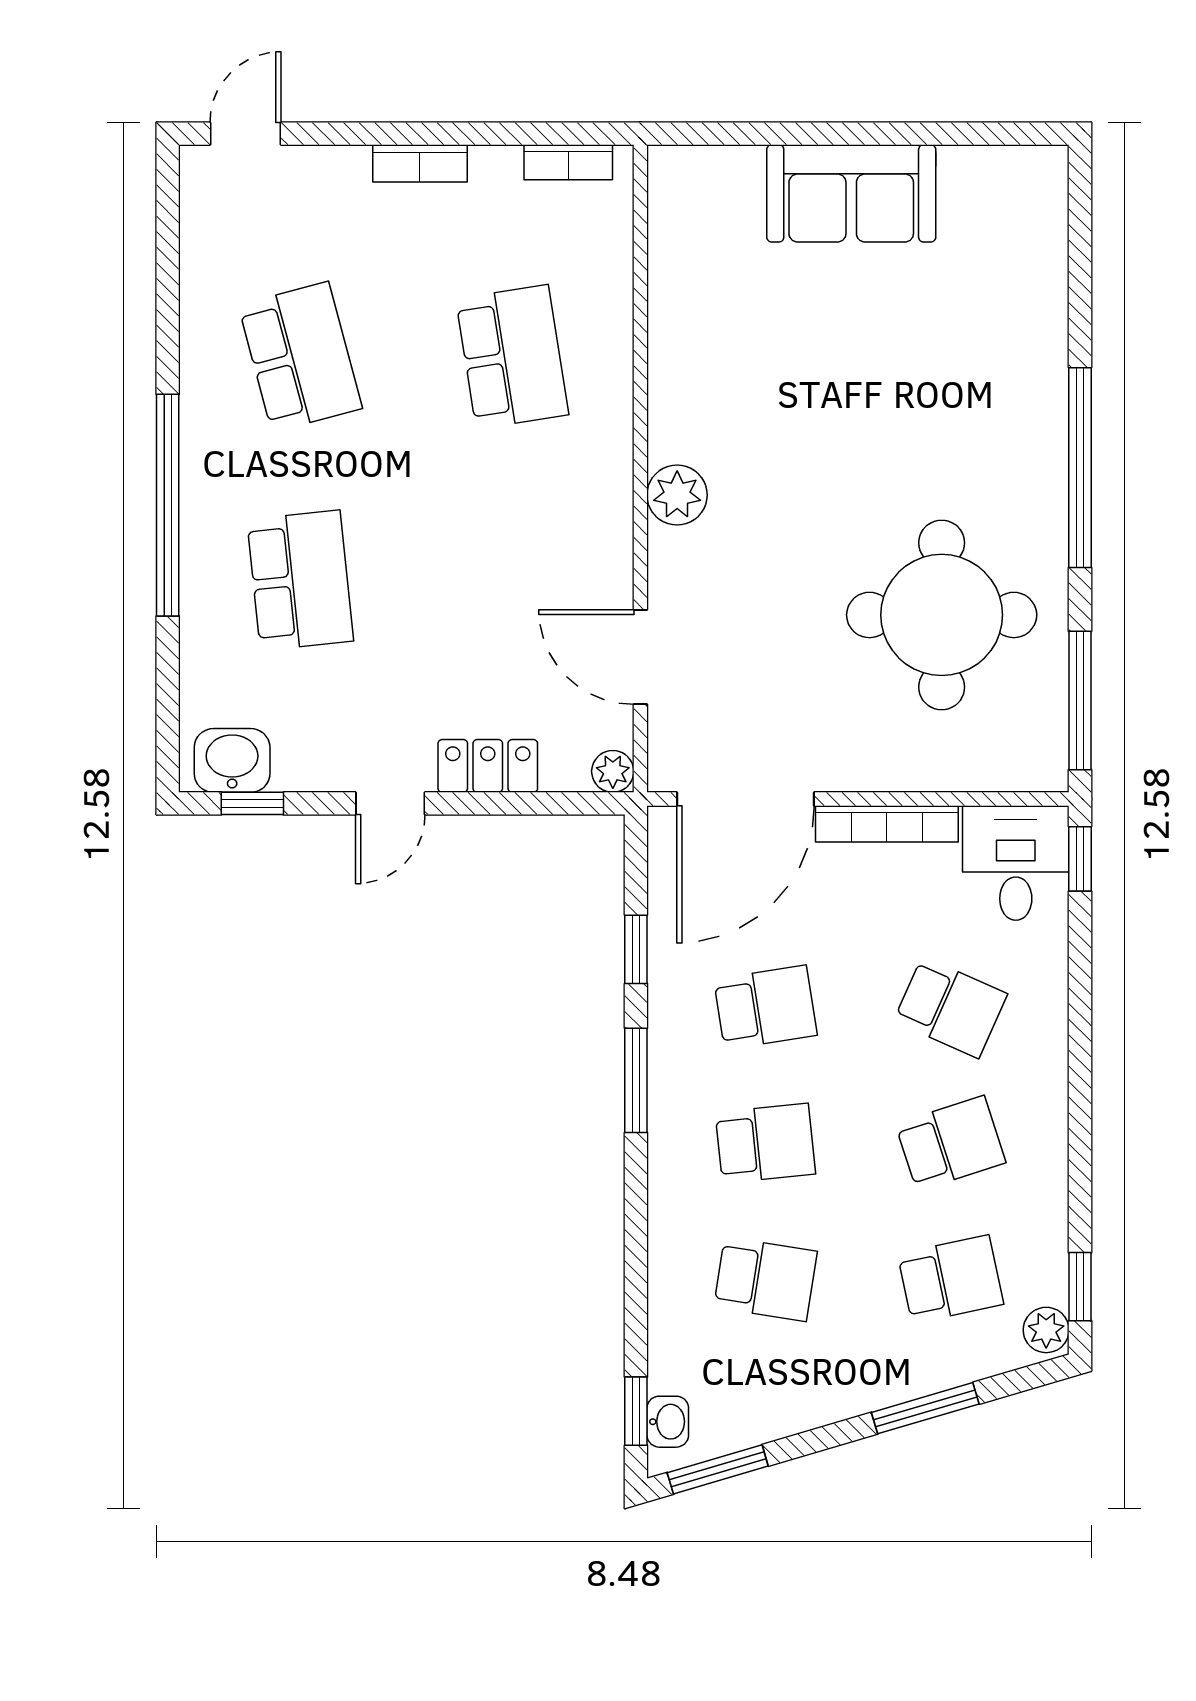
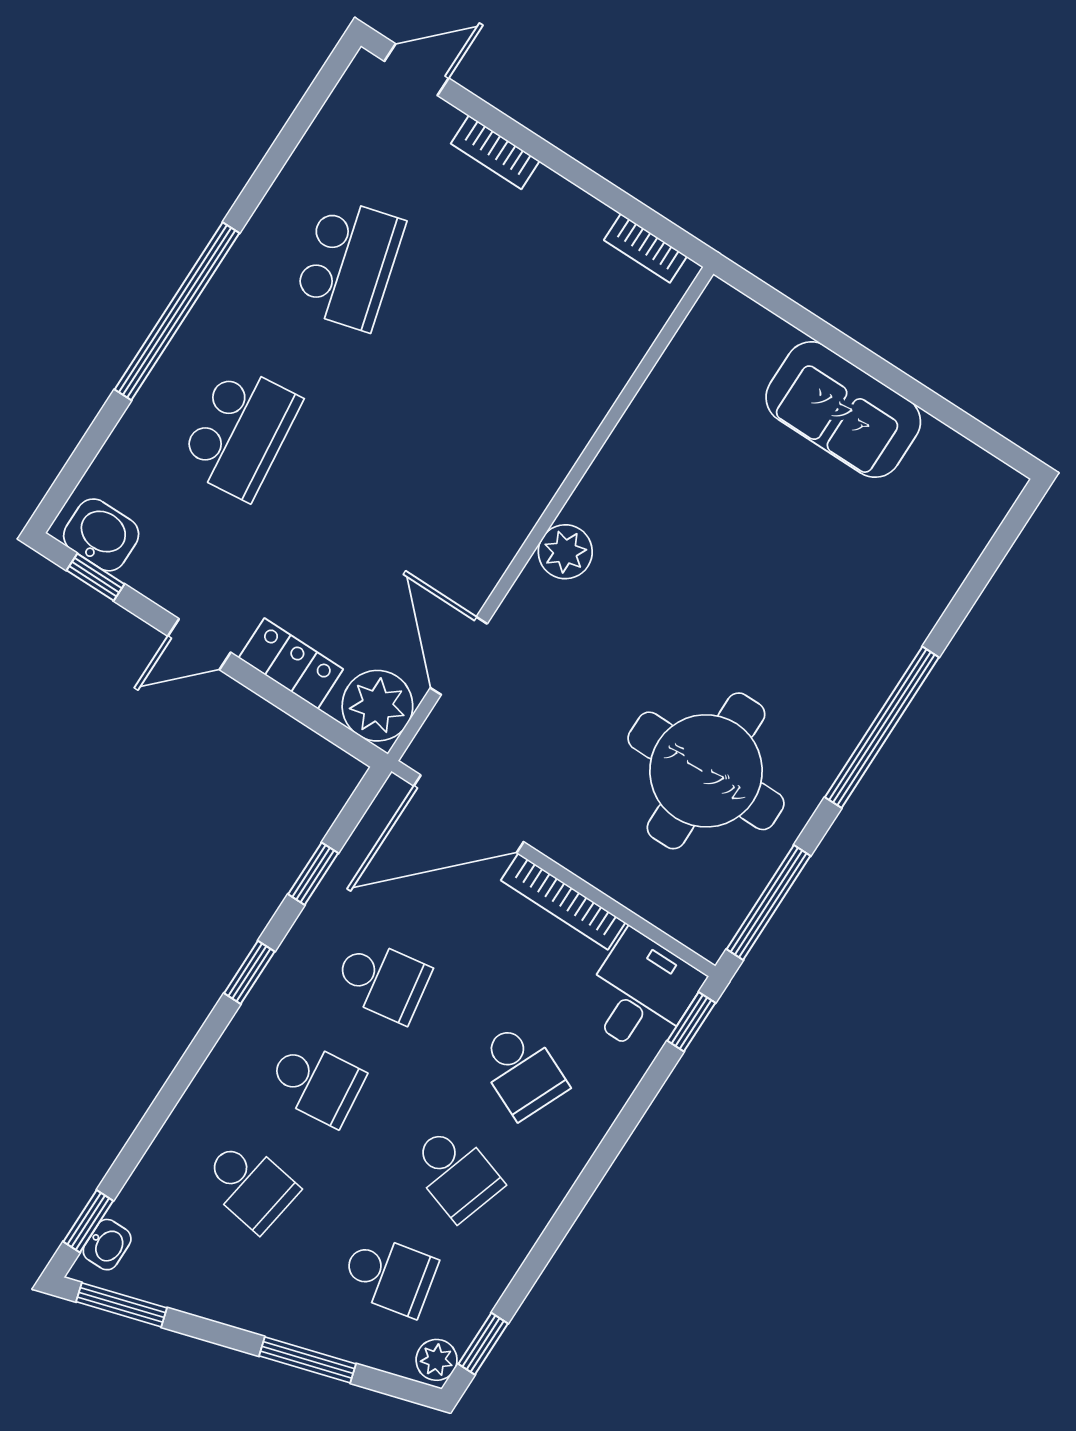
bookcase: (420, 163) -> (495, 152), moved
school desk: (512, 357) -> (508, 367), removed
plant: (613, 771) -> (377, 706), width x1.87, depth x1.87
window: (636, 1080) -> (249, 972), width x0.67
school desk: (951, 1143) -> (455, 1173), turned 36

